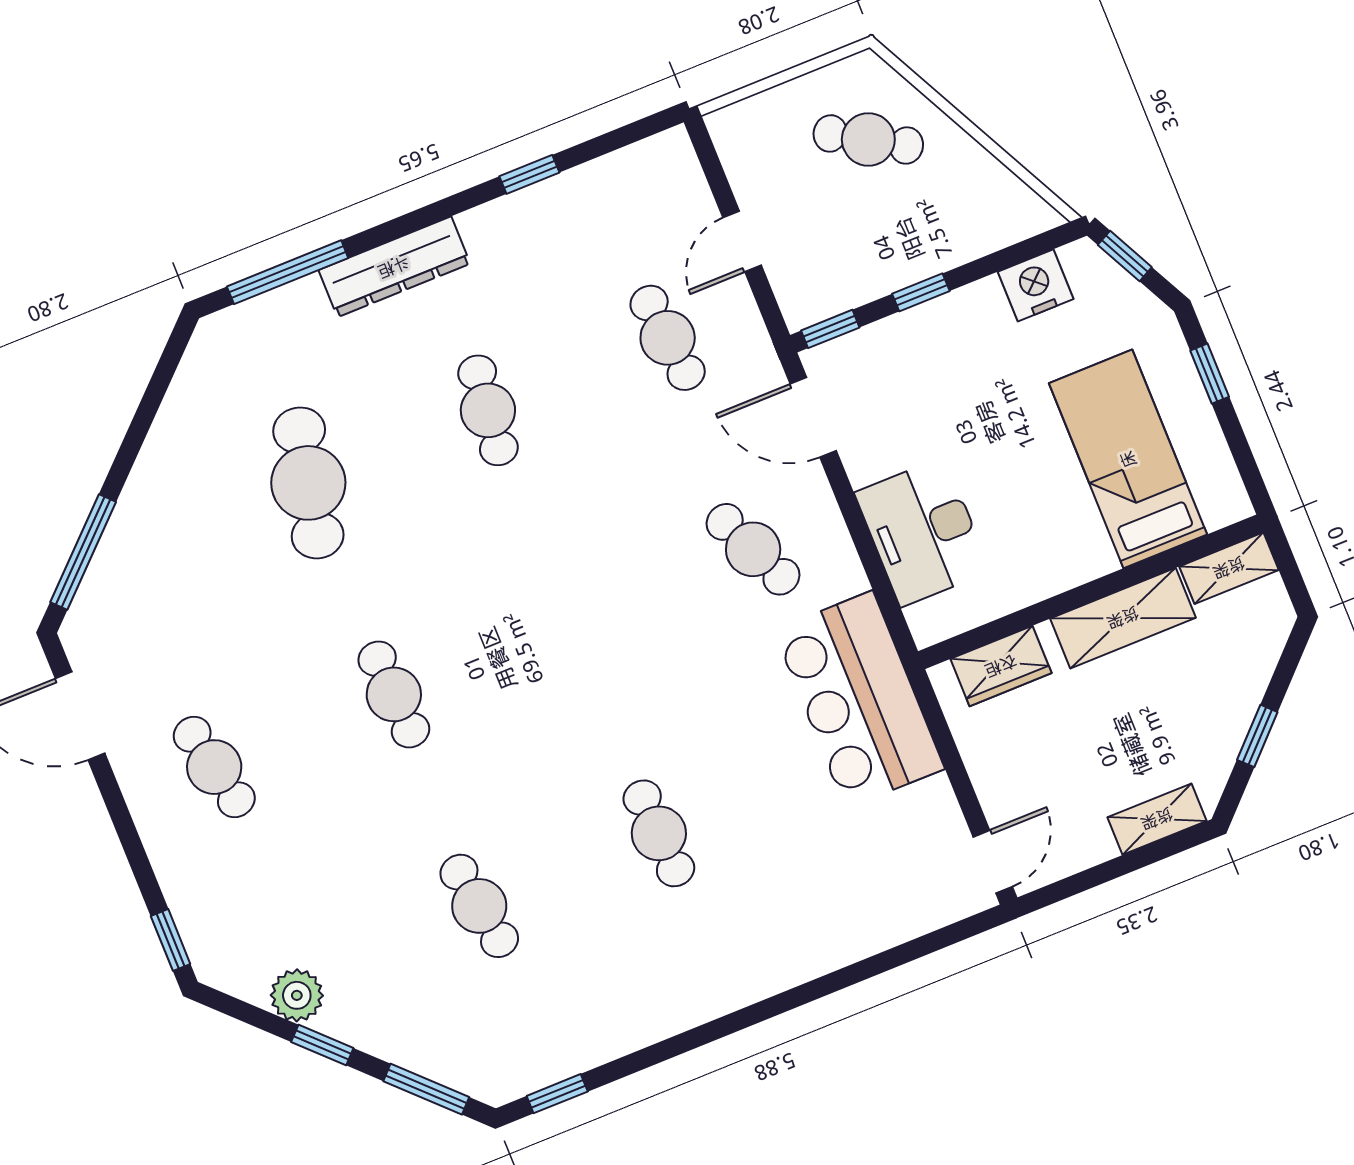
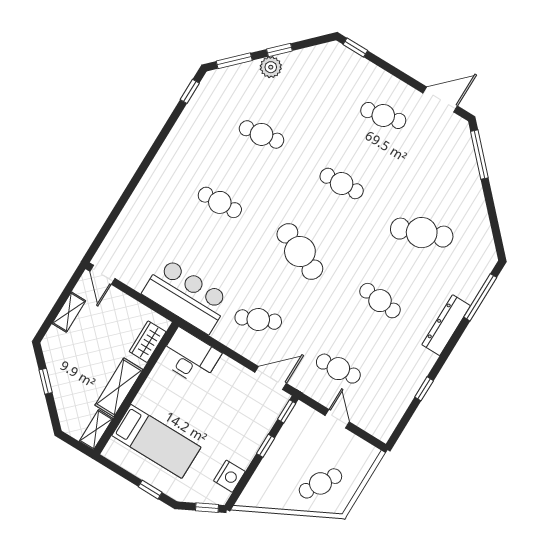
cafe table: (308, 483) -> (422, 233), turned -33
desk: (923, 532) -> (190, 357), moved
cafe table: (573, 622) -> (300, 252), added
shelving: (1157, 819) -> (69, 312), moved
plant: (297, 995) -> (271, 67), moved

